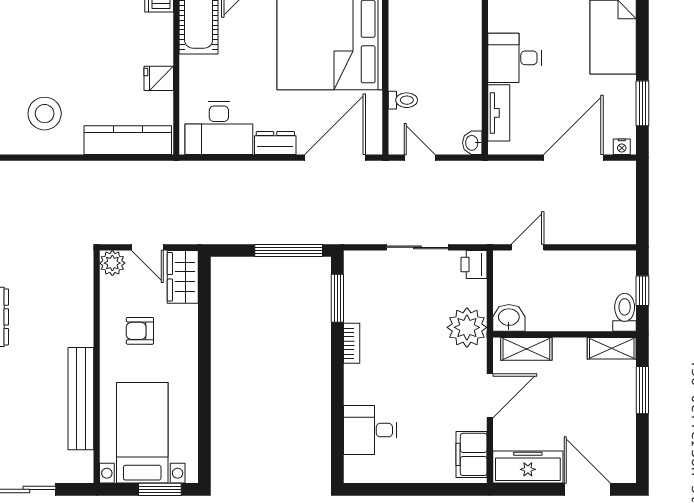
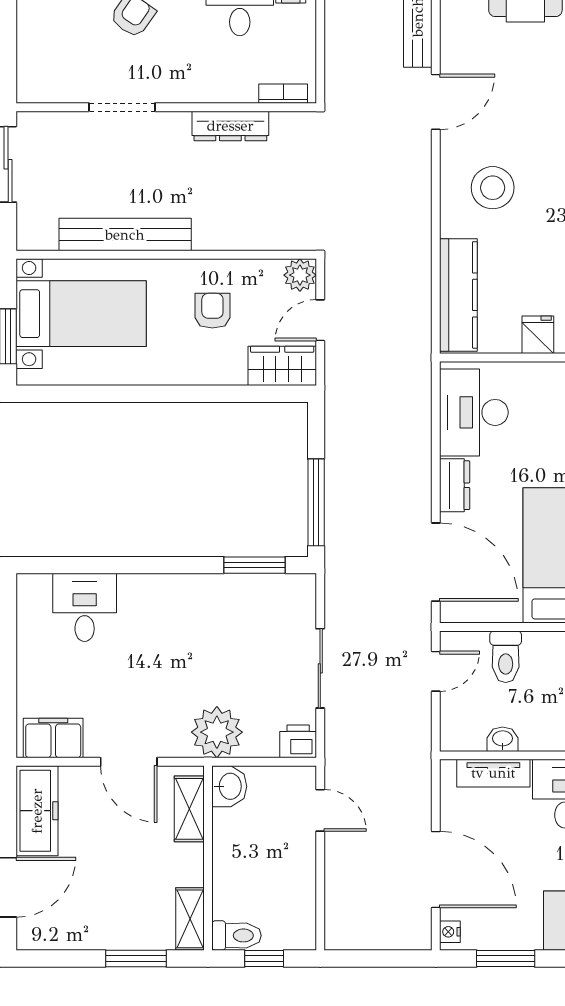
toilet: (403, 100) -> (506, 657), width x1.37, depth x1.39
washbasin: (472, 143) -> (503, 739), moved
bookcase: (352, 343) -> (196, 583), removed

